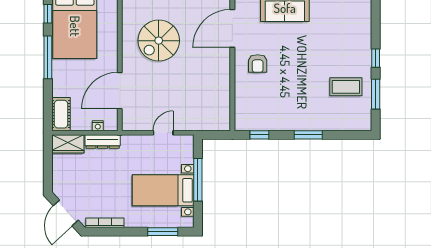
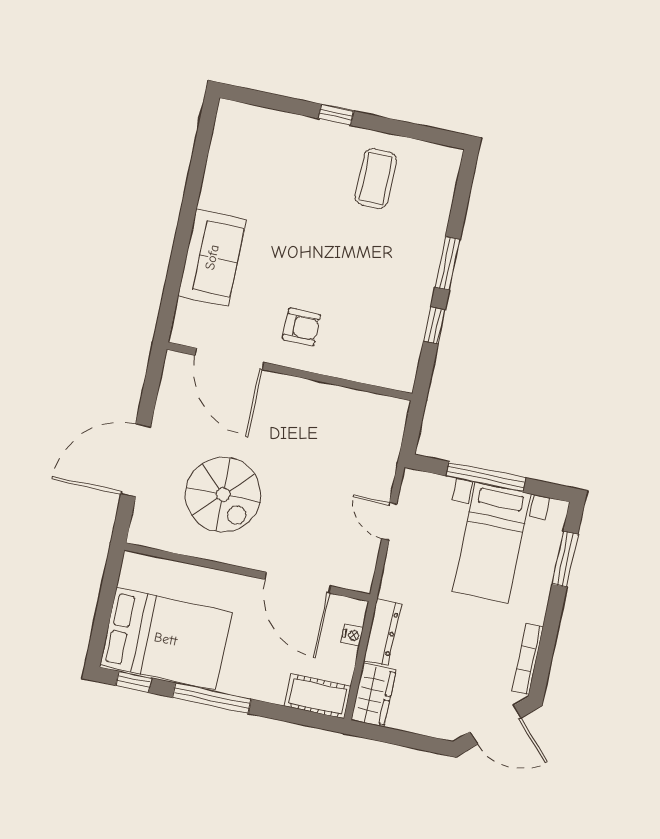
window: (376, 94) -> (400, 128), removed
window: (259, 135) -> (434, 325), moved

